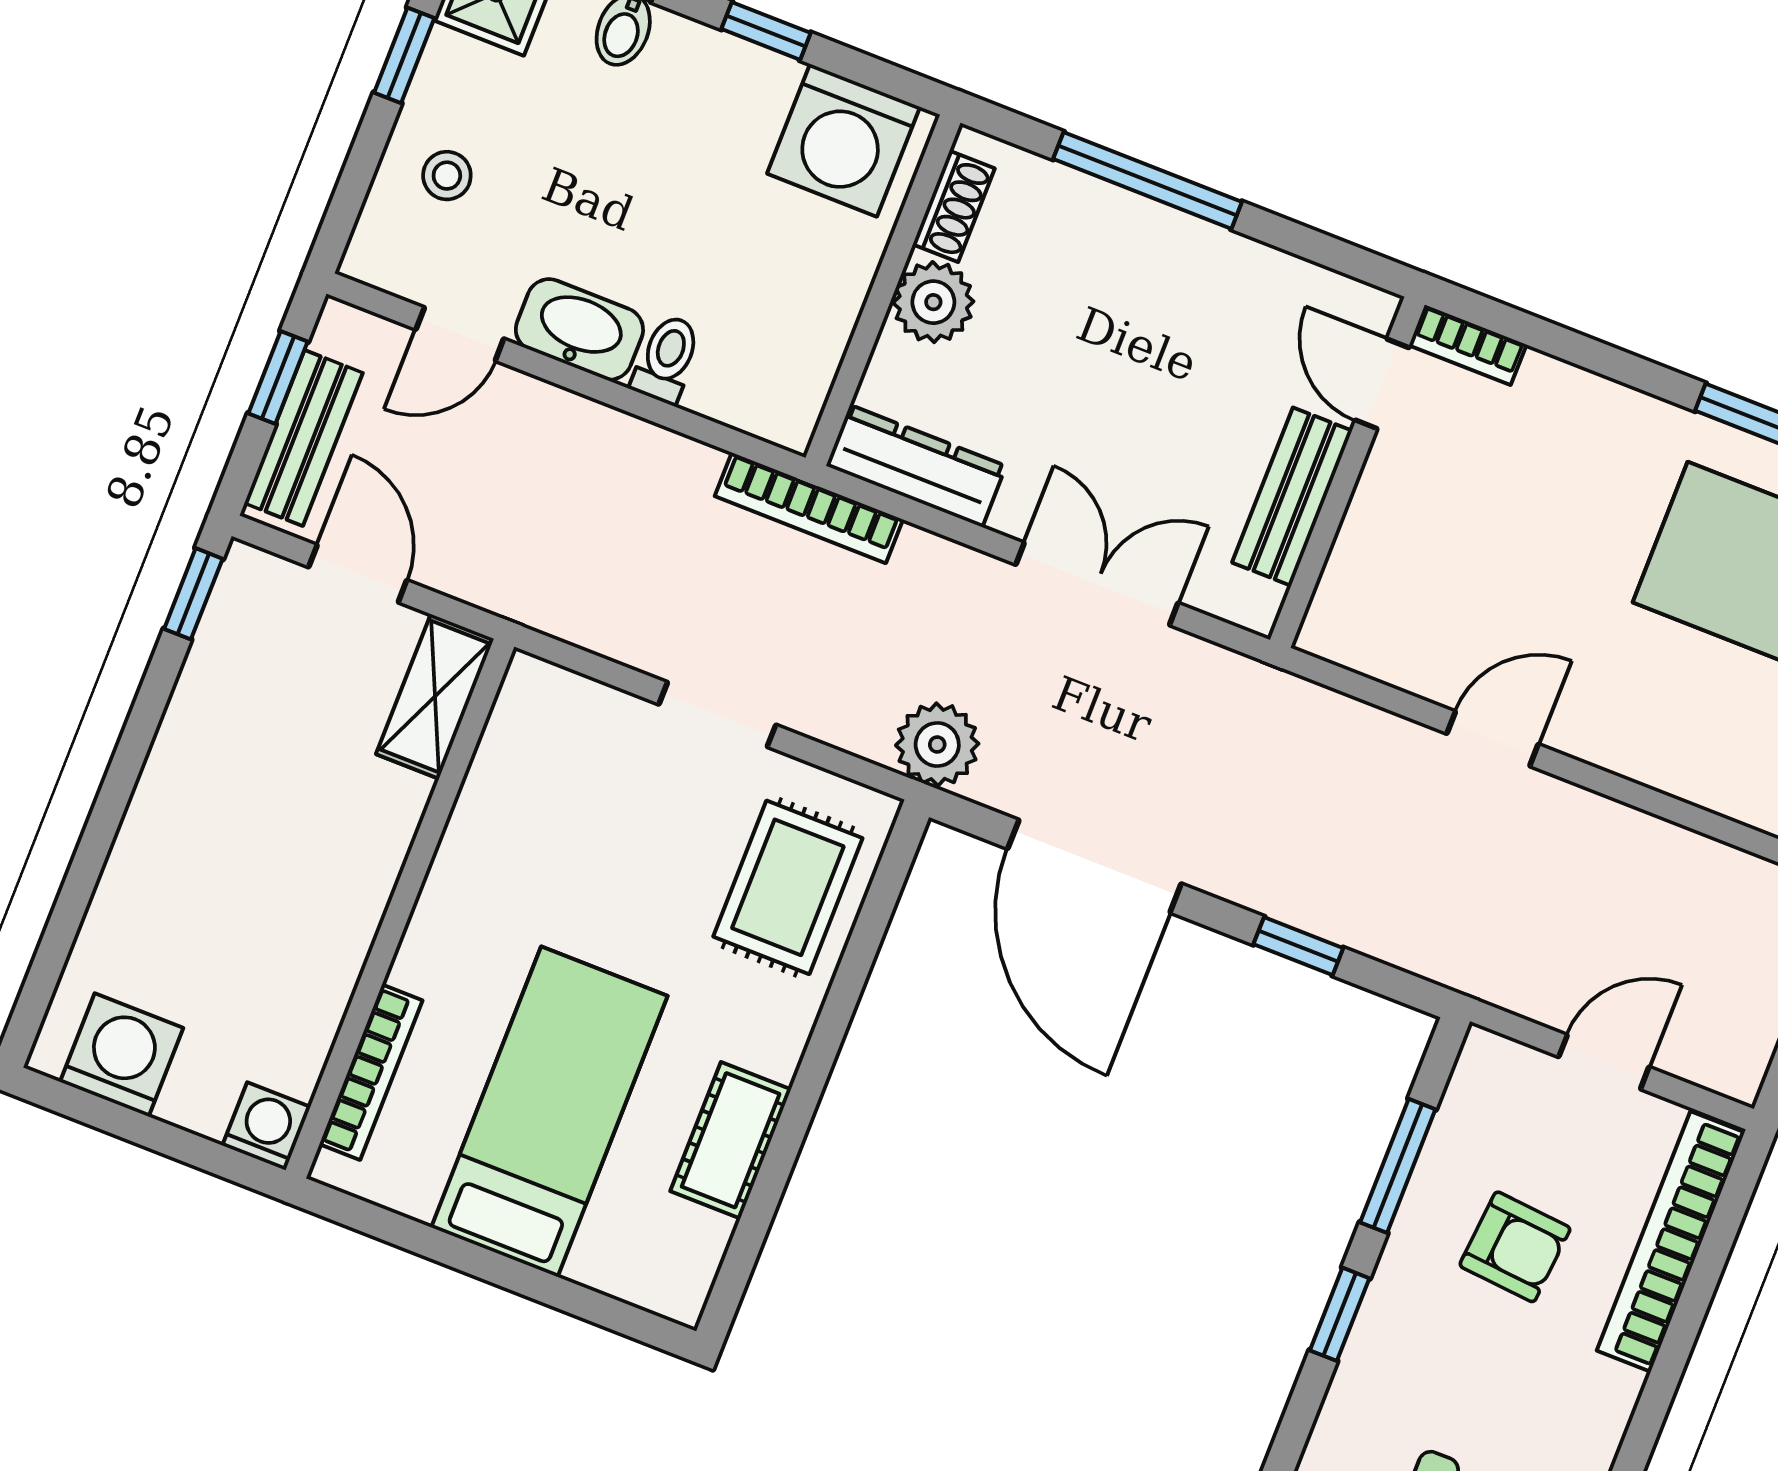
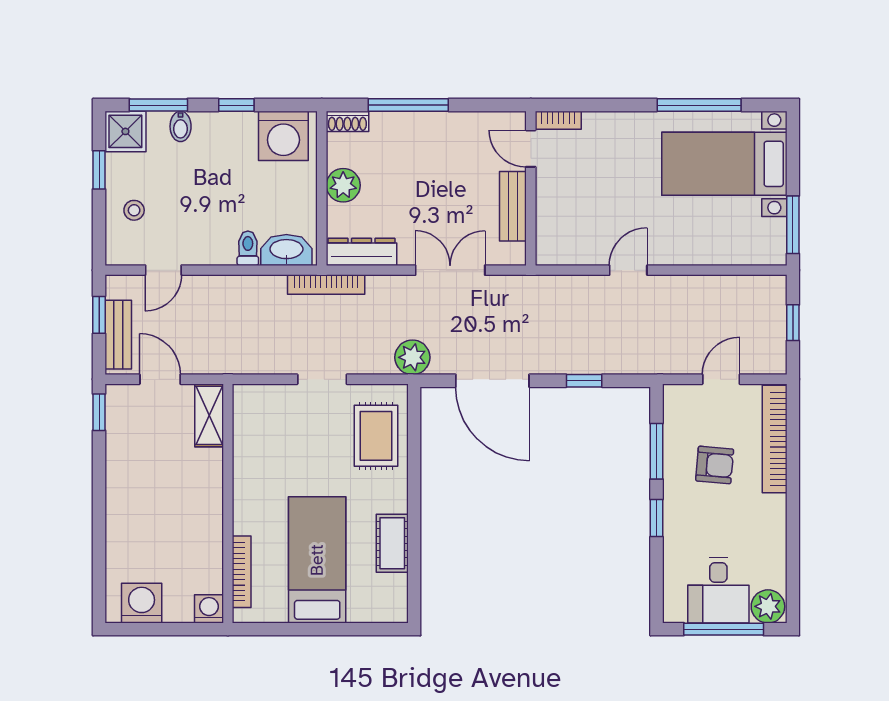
shoe rack: (954, 206) -> (347, 121), moved, turned 90
washbasin: (579, 329) -> (286, 250), moved

